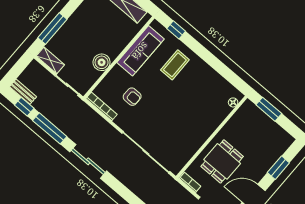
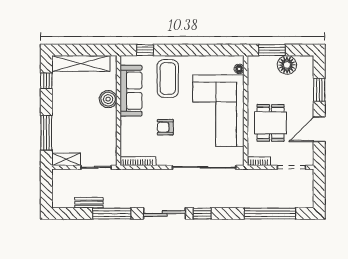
boiler: (102, 62) -> (108, 99), moved
coffee table: (175, 65) -> (168, 79), width x1.36, depth x1.32
bench: (23, 92) -> (89, 203), moved
armchair: (132, 97) -> (165, 127), moved, turned 180
window: (24, 107) -> (202, 214), moved
corner sofa: (192, 120) -> (218, 111), added
floor lamp: (270, 129) -> (287, 65), added

